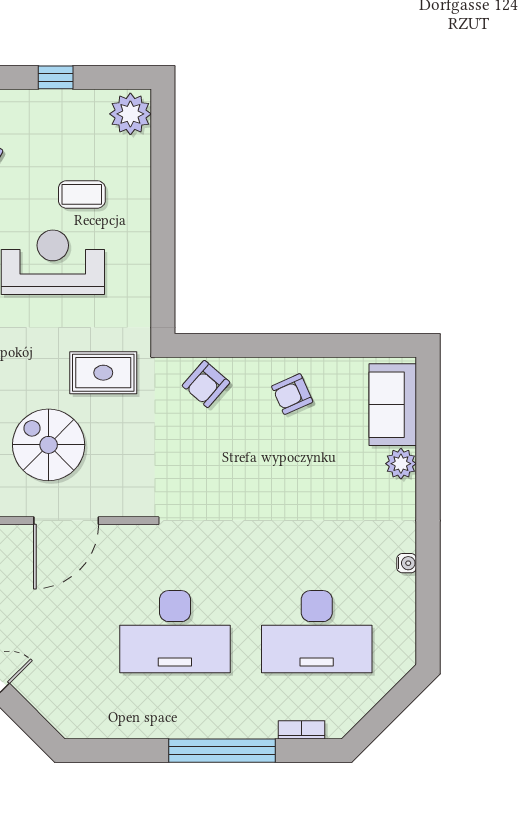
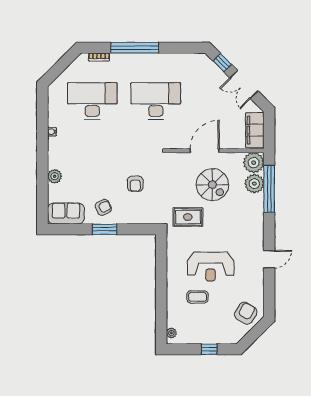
plant: (130, 114) -> (171, 333), width x0.53, depth x0.53
window: (289, 345) -> (105, 229), added
armchair: (206, 384) -> (135, 184), moved, turned 139
sofa: (393, 405) -> (66, 213), moved, turned -90
window: (27, 717) -> (222, 63), added

